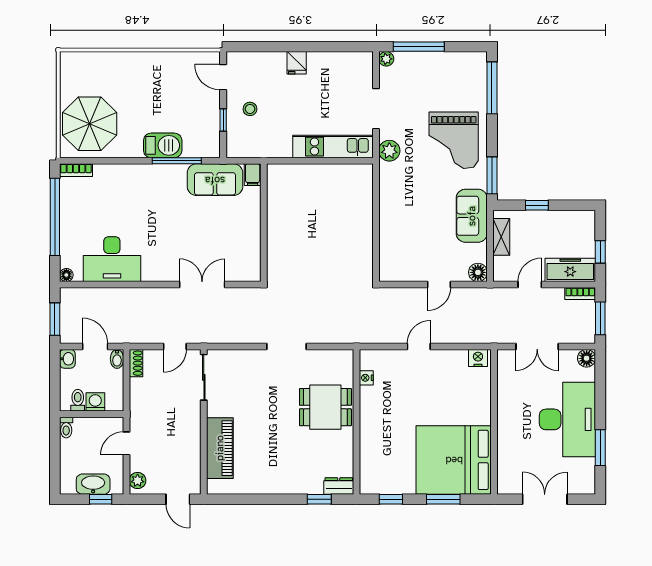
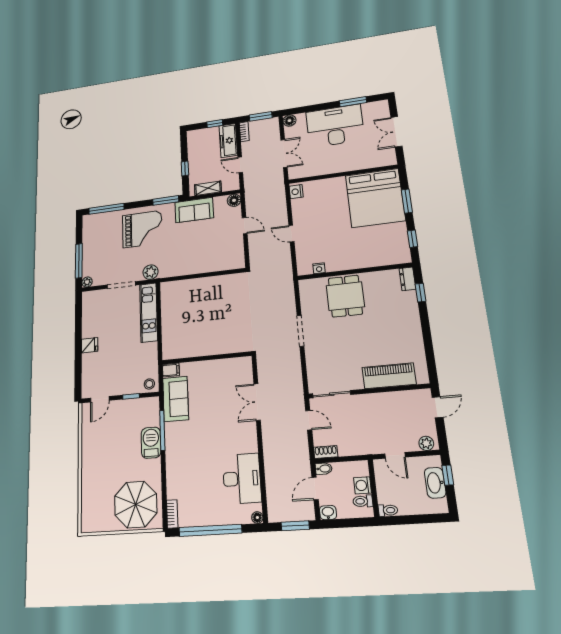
stool: (250, 109) -> (149, 384), moved

